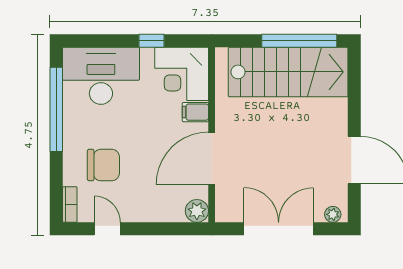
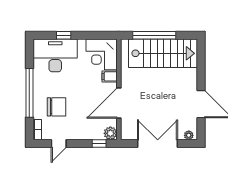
window: (151, 41) -> (64, 35), moved
window: (299, 41) -> (154, 35), moved
window: (56, 109) -> (29, 93), moved
door: (107, 229) -> (59, 144), swing flipped
window: (177, 229) -> (99, 144), added

